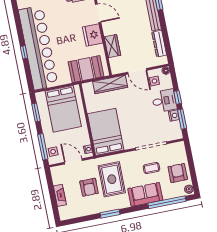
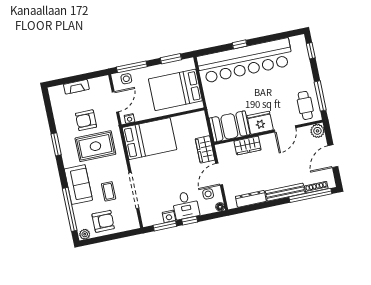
booth: (86, 69) -> (229, 126), moved, turned 90
wardrobe: (110, 84) -> (205, 149), width x0.67

